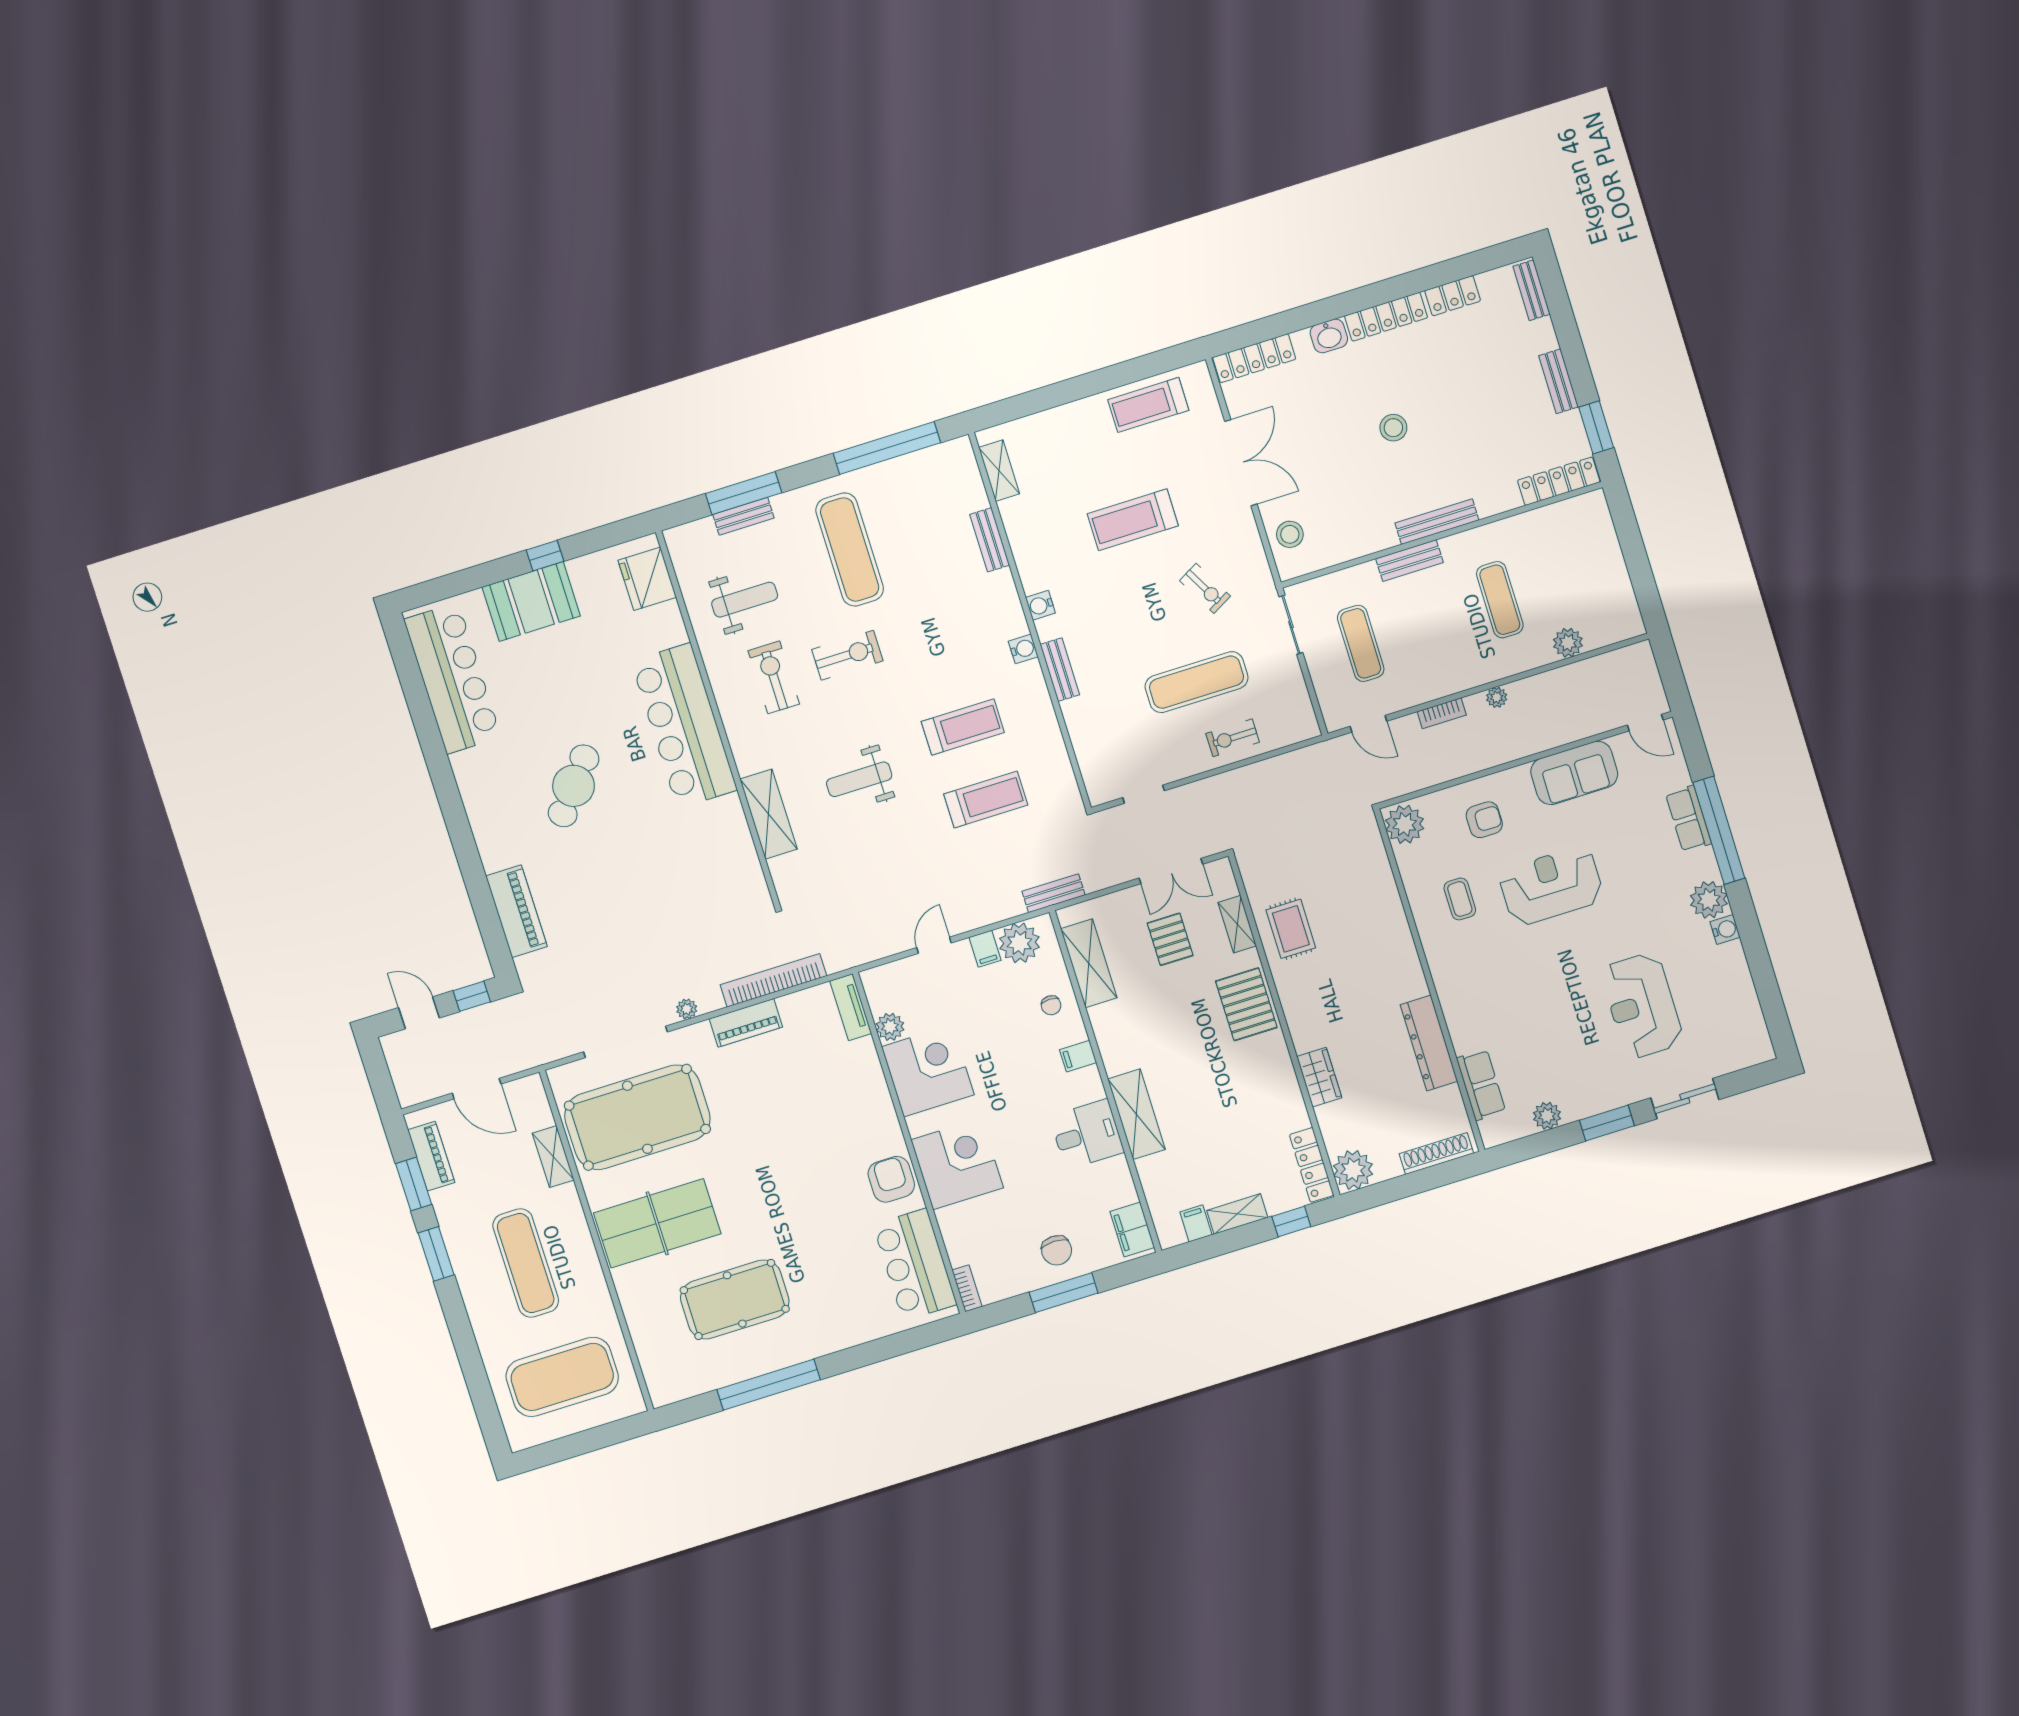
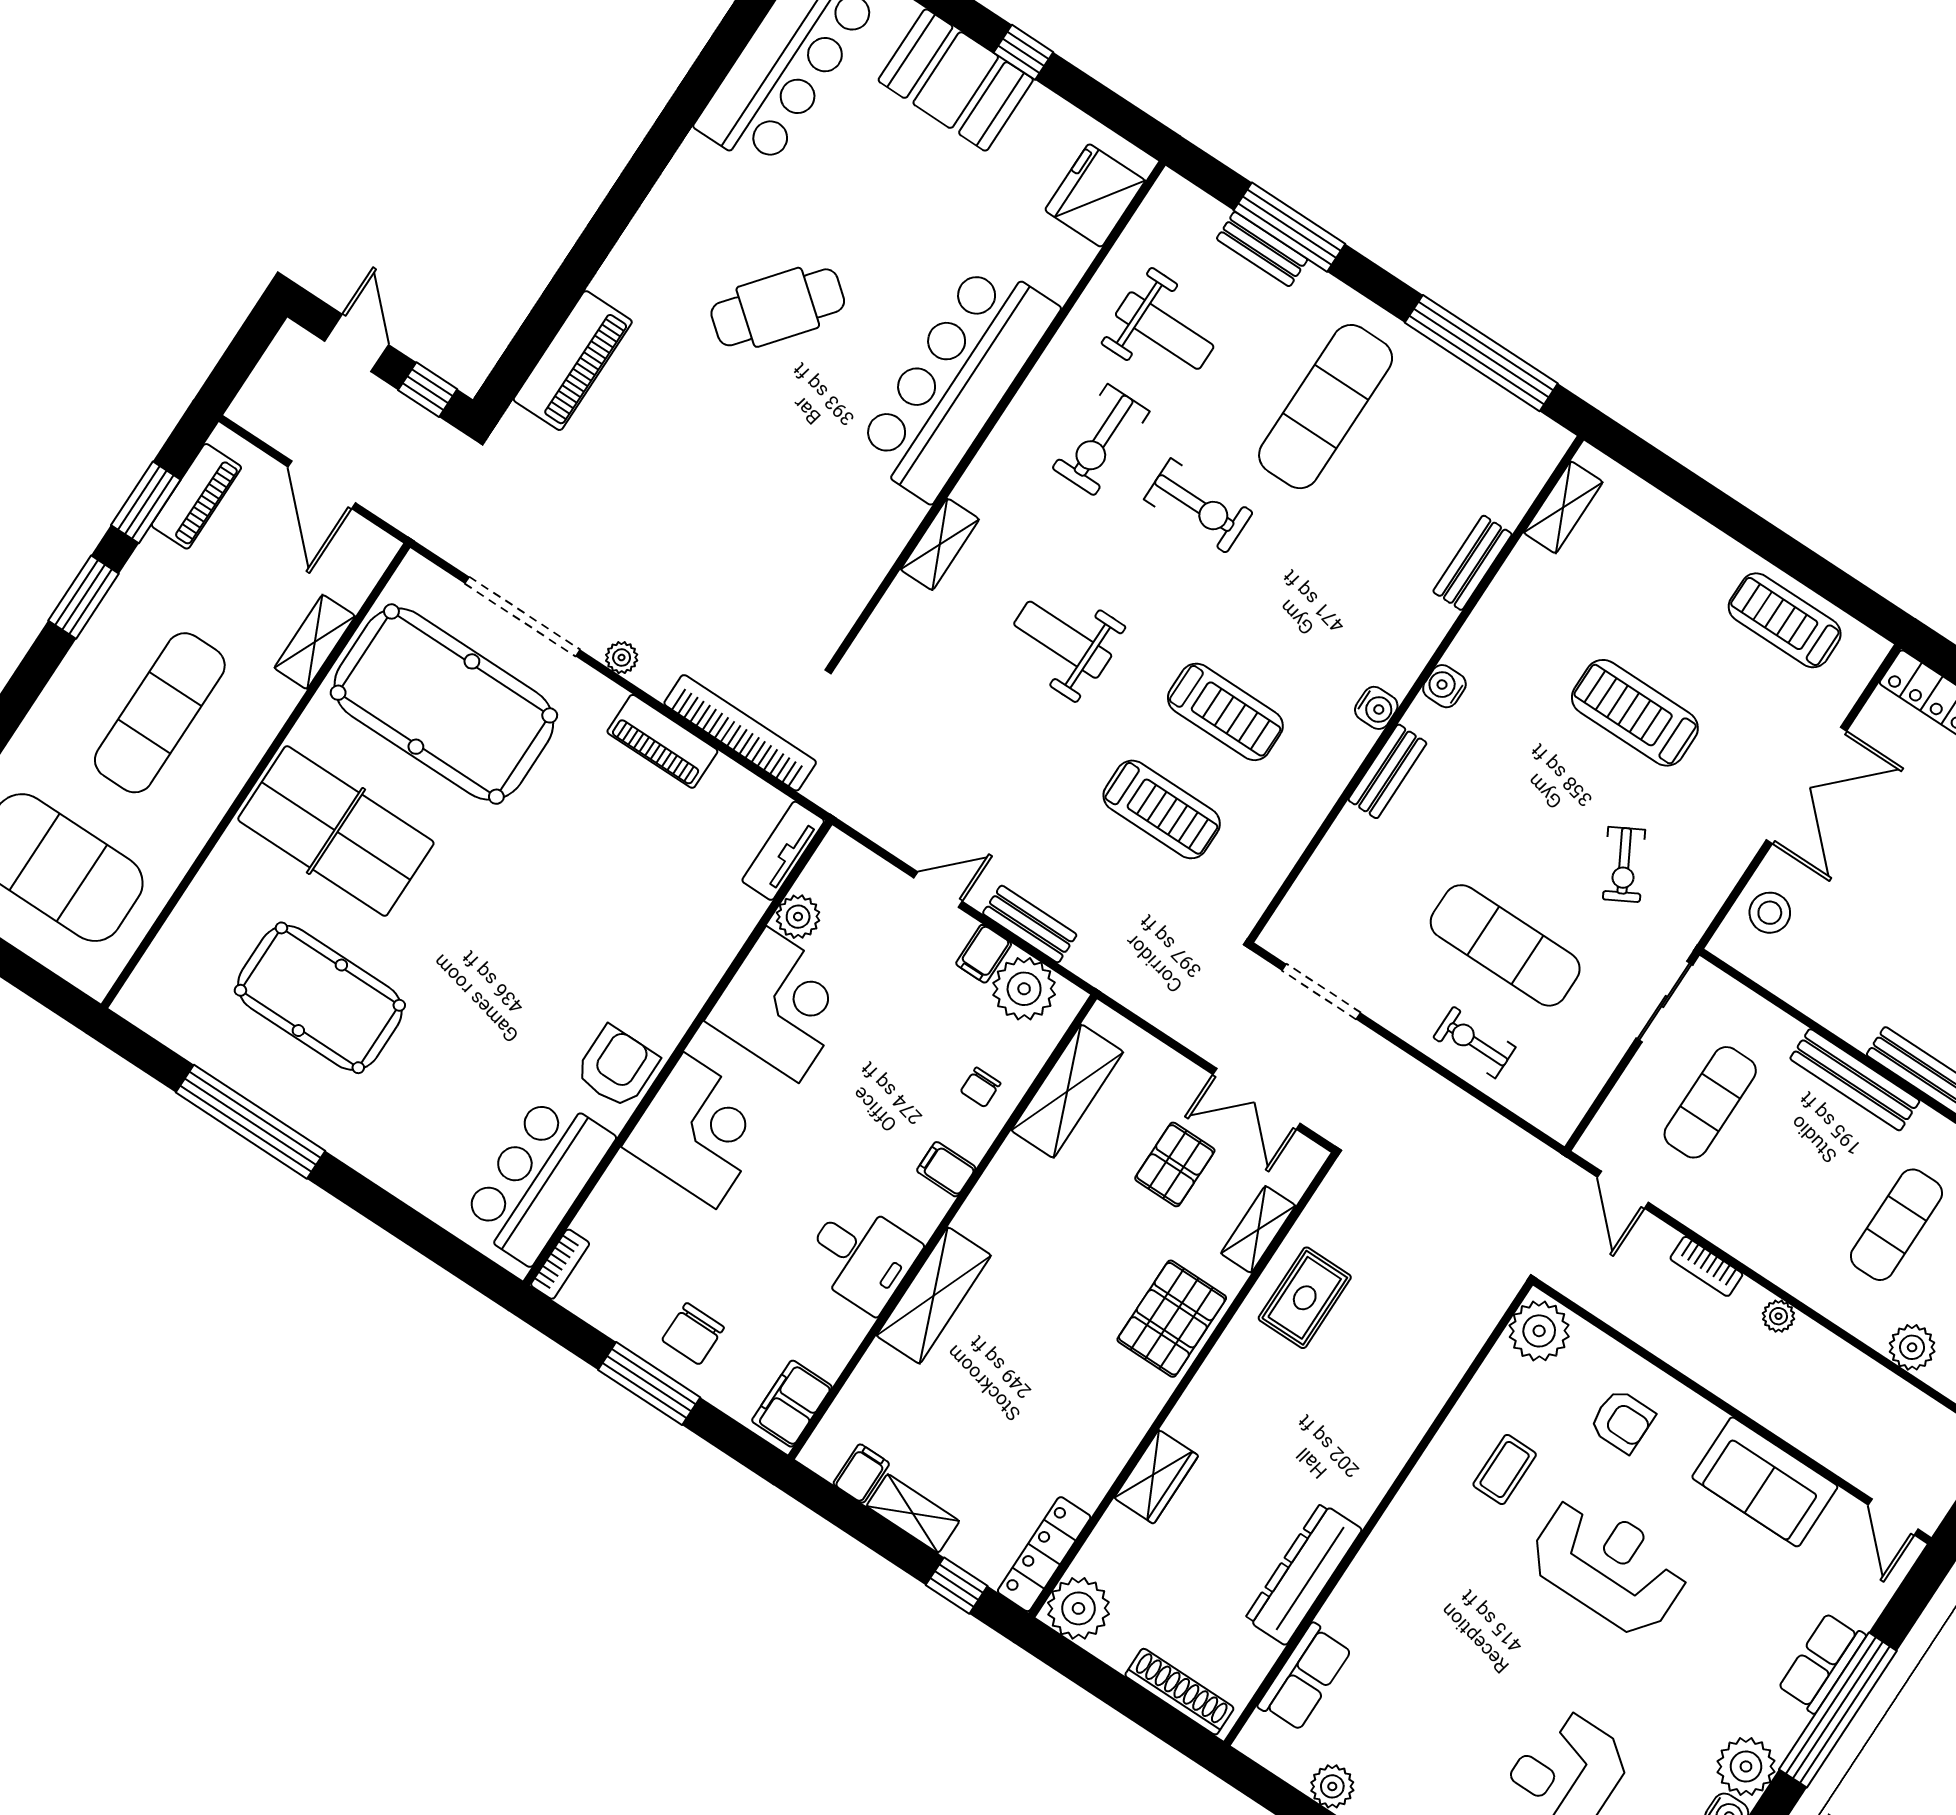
bench: (1409, 561) -> (1855, 1080), width x1.36
exercise bike: (774, 677) -> (1101, 440), turned 180
doorway: (1144, 794) -> (1321, 992), width x1.38
shelving: (769, 814) -> (940, 544), width x0.67, depth x0.75
bench: (1054, 893) -> (1030, 924), moved

